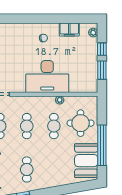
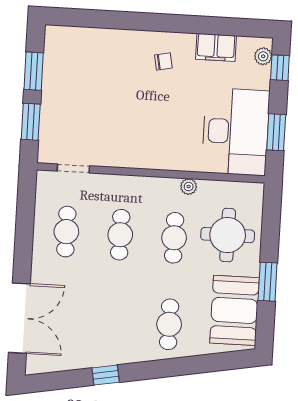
window: (102, 49) -> (280, 68), moved
desk: (47, 77) -> (236, 132), moved, turned -90
window: (102, 145) -> (268, 282), width x0.47
cafe table: (27, 169) -> (169, 324), moved

